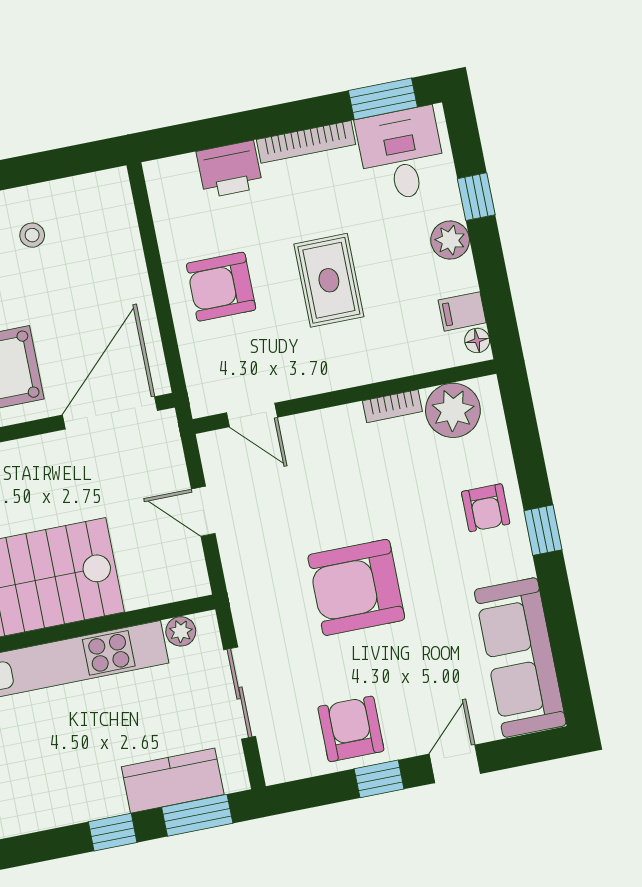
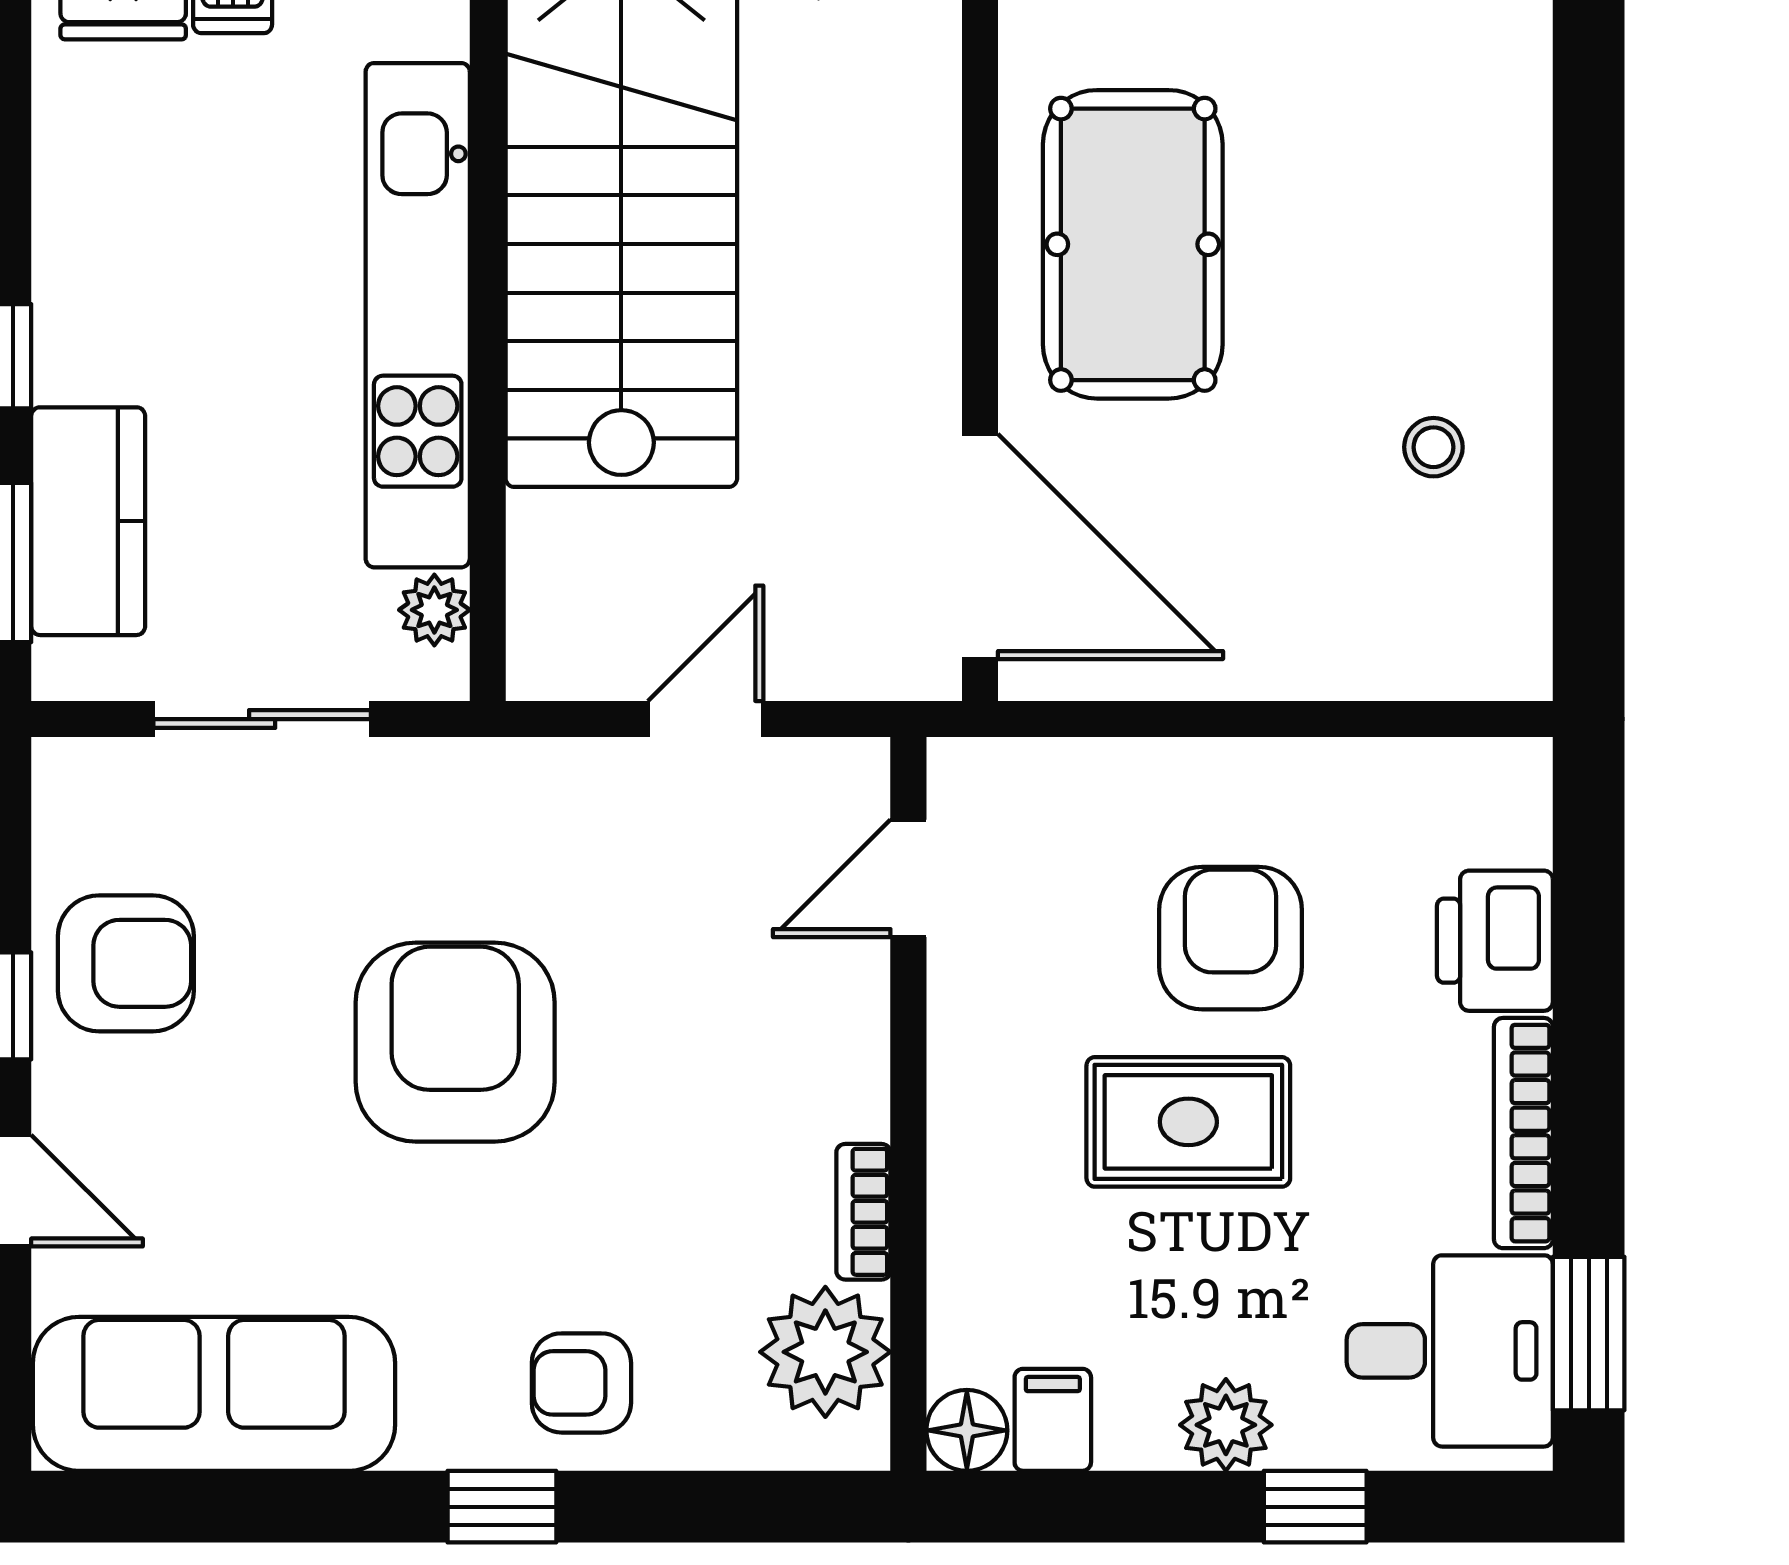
armchair: (221, 287) -> (1231, 938), moved
floor lamp: (477, 340) -> (967, 1430), width x1.37, depth x1.37

